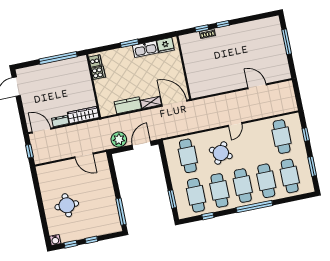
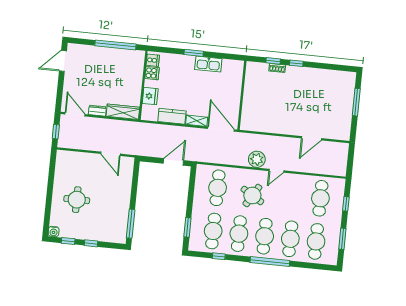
fridge: (166, 45) -> (150, 96), moved, turned -90
door: (257, 86) -> (311, 138), swing flipped
plant: (119, 139) -> (257, 159), moved

